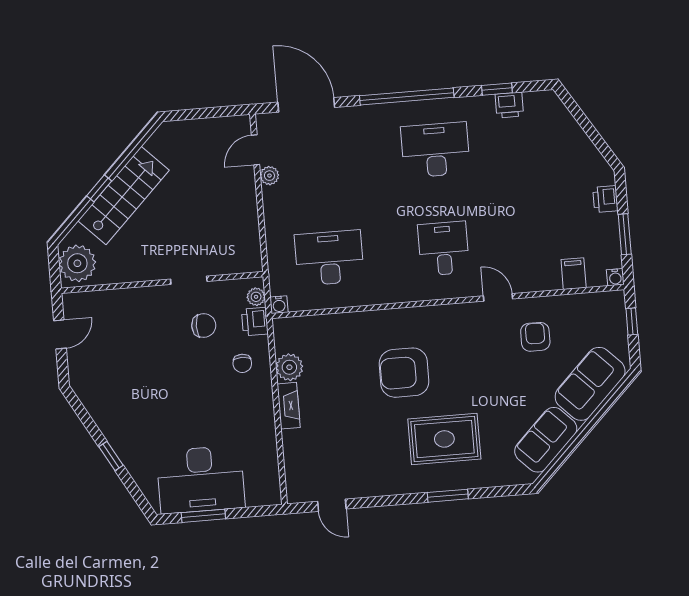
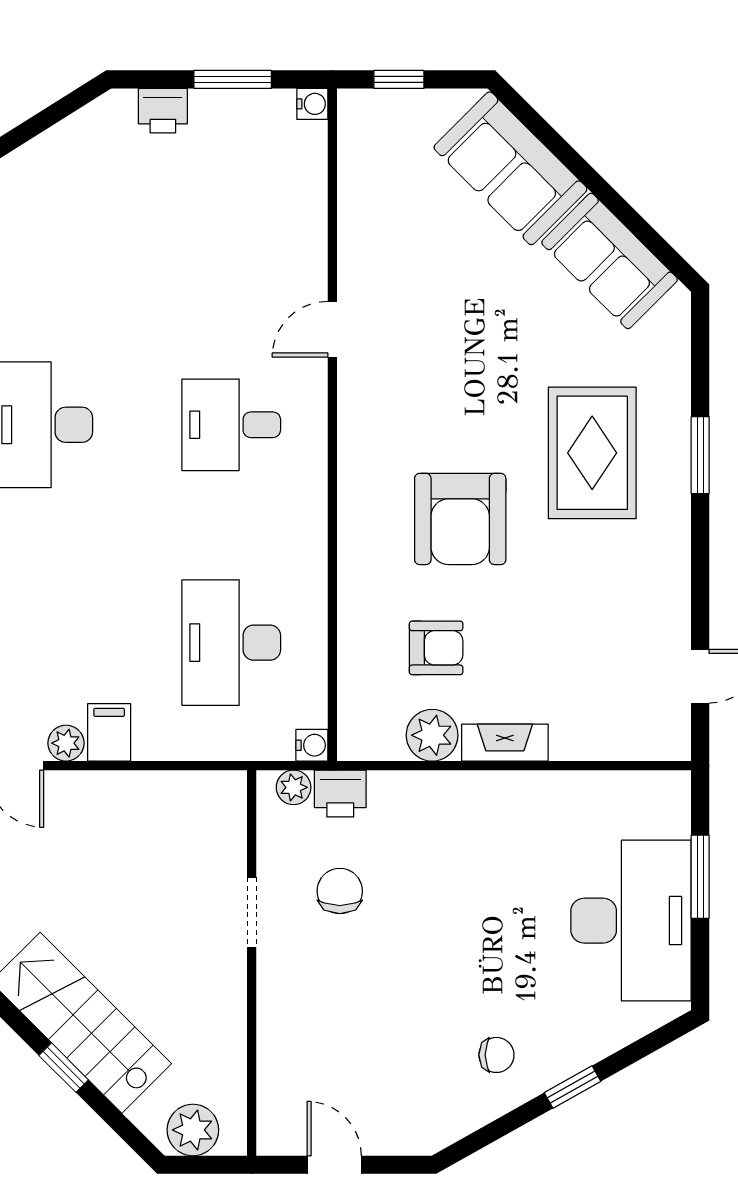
plant: (77, 263) -> (193, 1130), width x0.73, depth x0.73
filing cabinet: (574, 274) -> (109, 732), moved, turned 90
armchair: (535, 337) -> (436, 648), moved, turned 180
chair: (242, 363) -> (496, 1055), moved
window: (203, 516) -> (700, 877), moved

